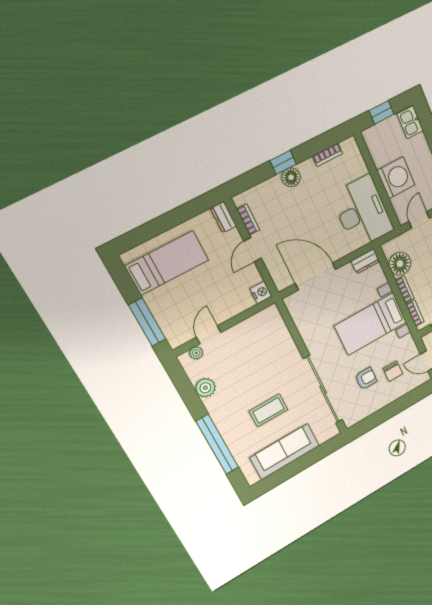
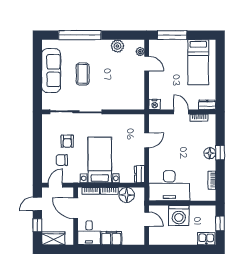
door: (316, 276) -> (147, 140), width x0.53

